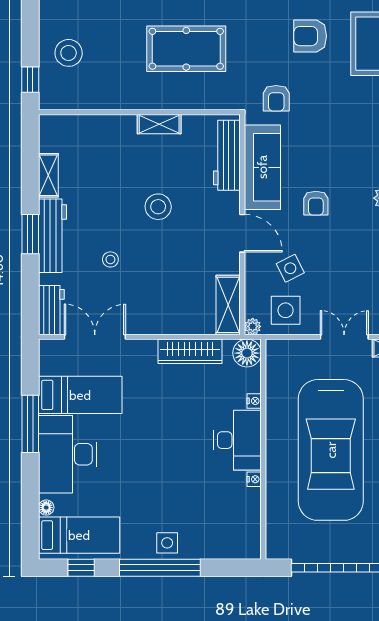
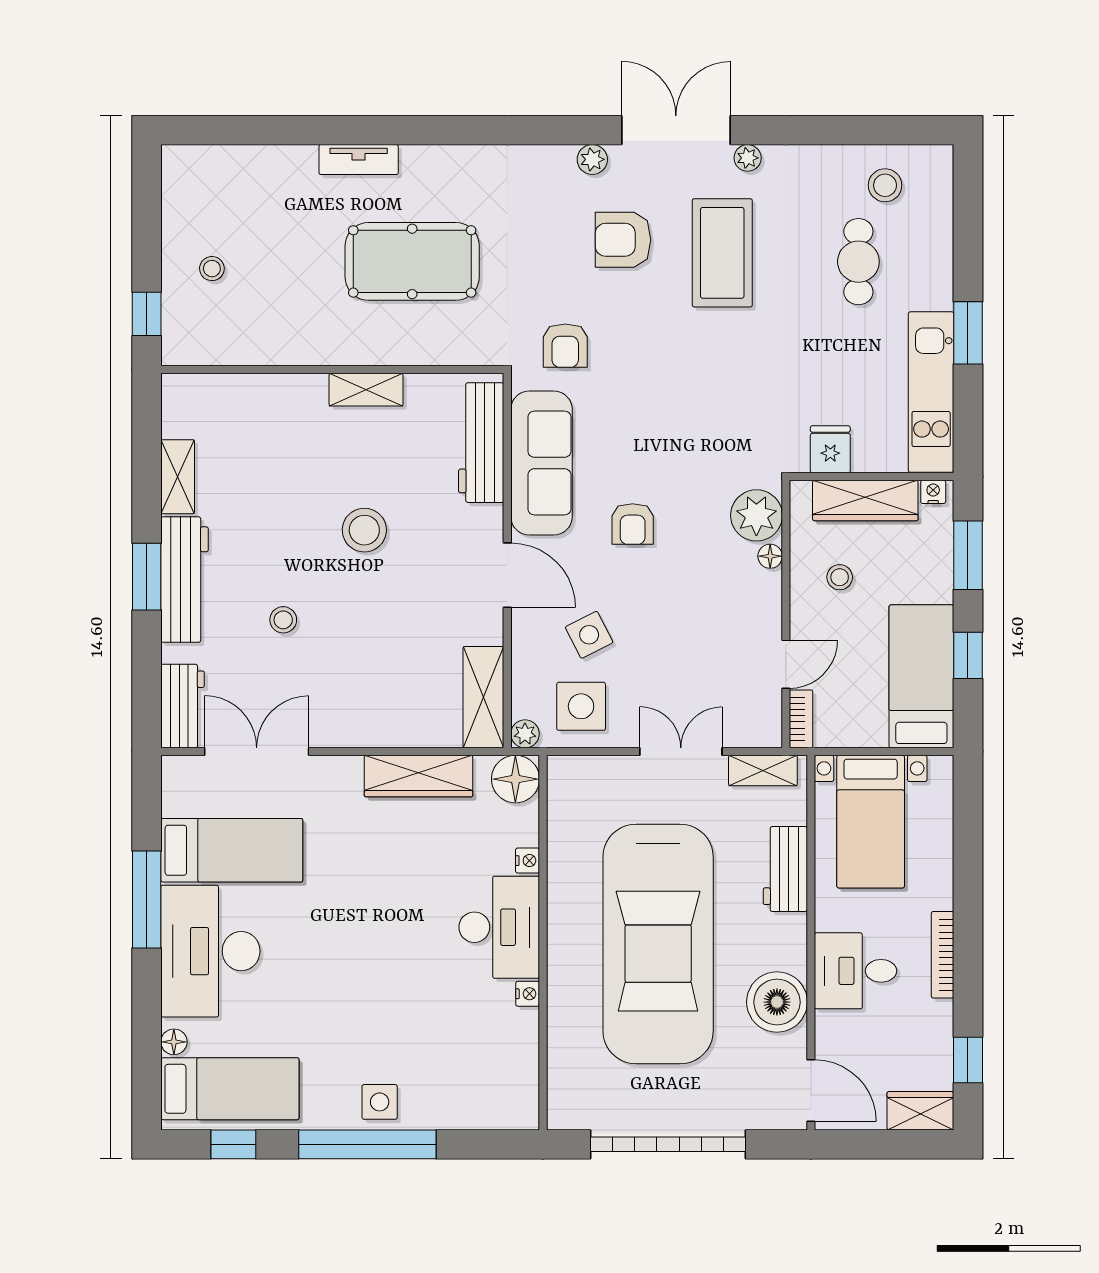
stool: (69, 53) -> (212, 269), width x0.53, depth x0.53

